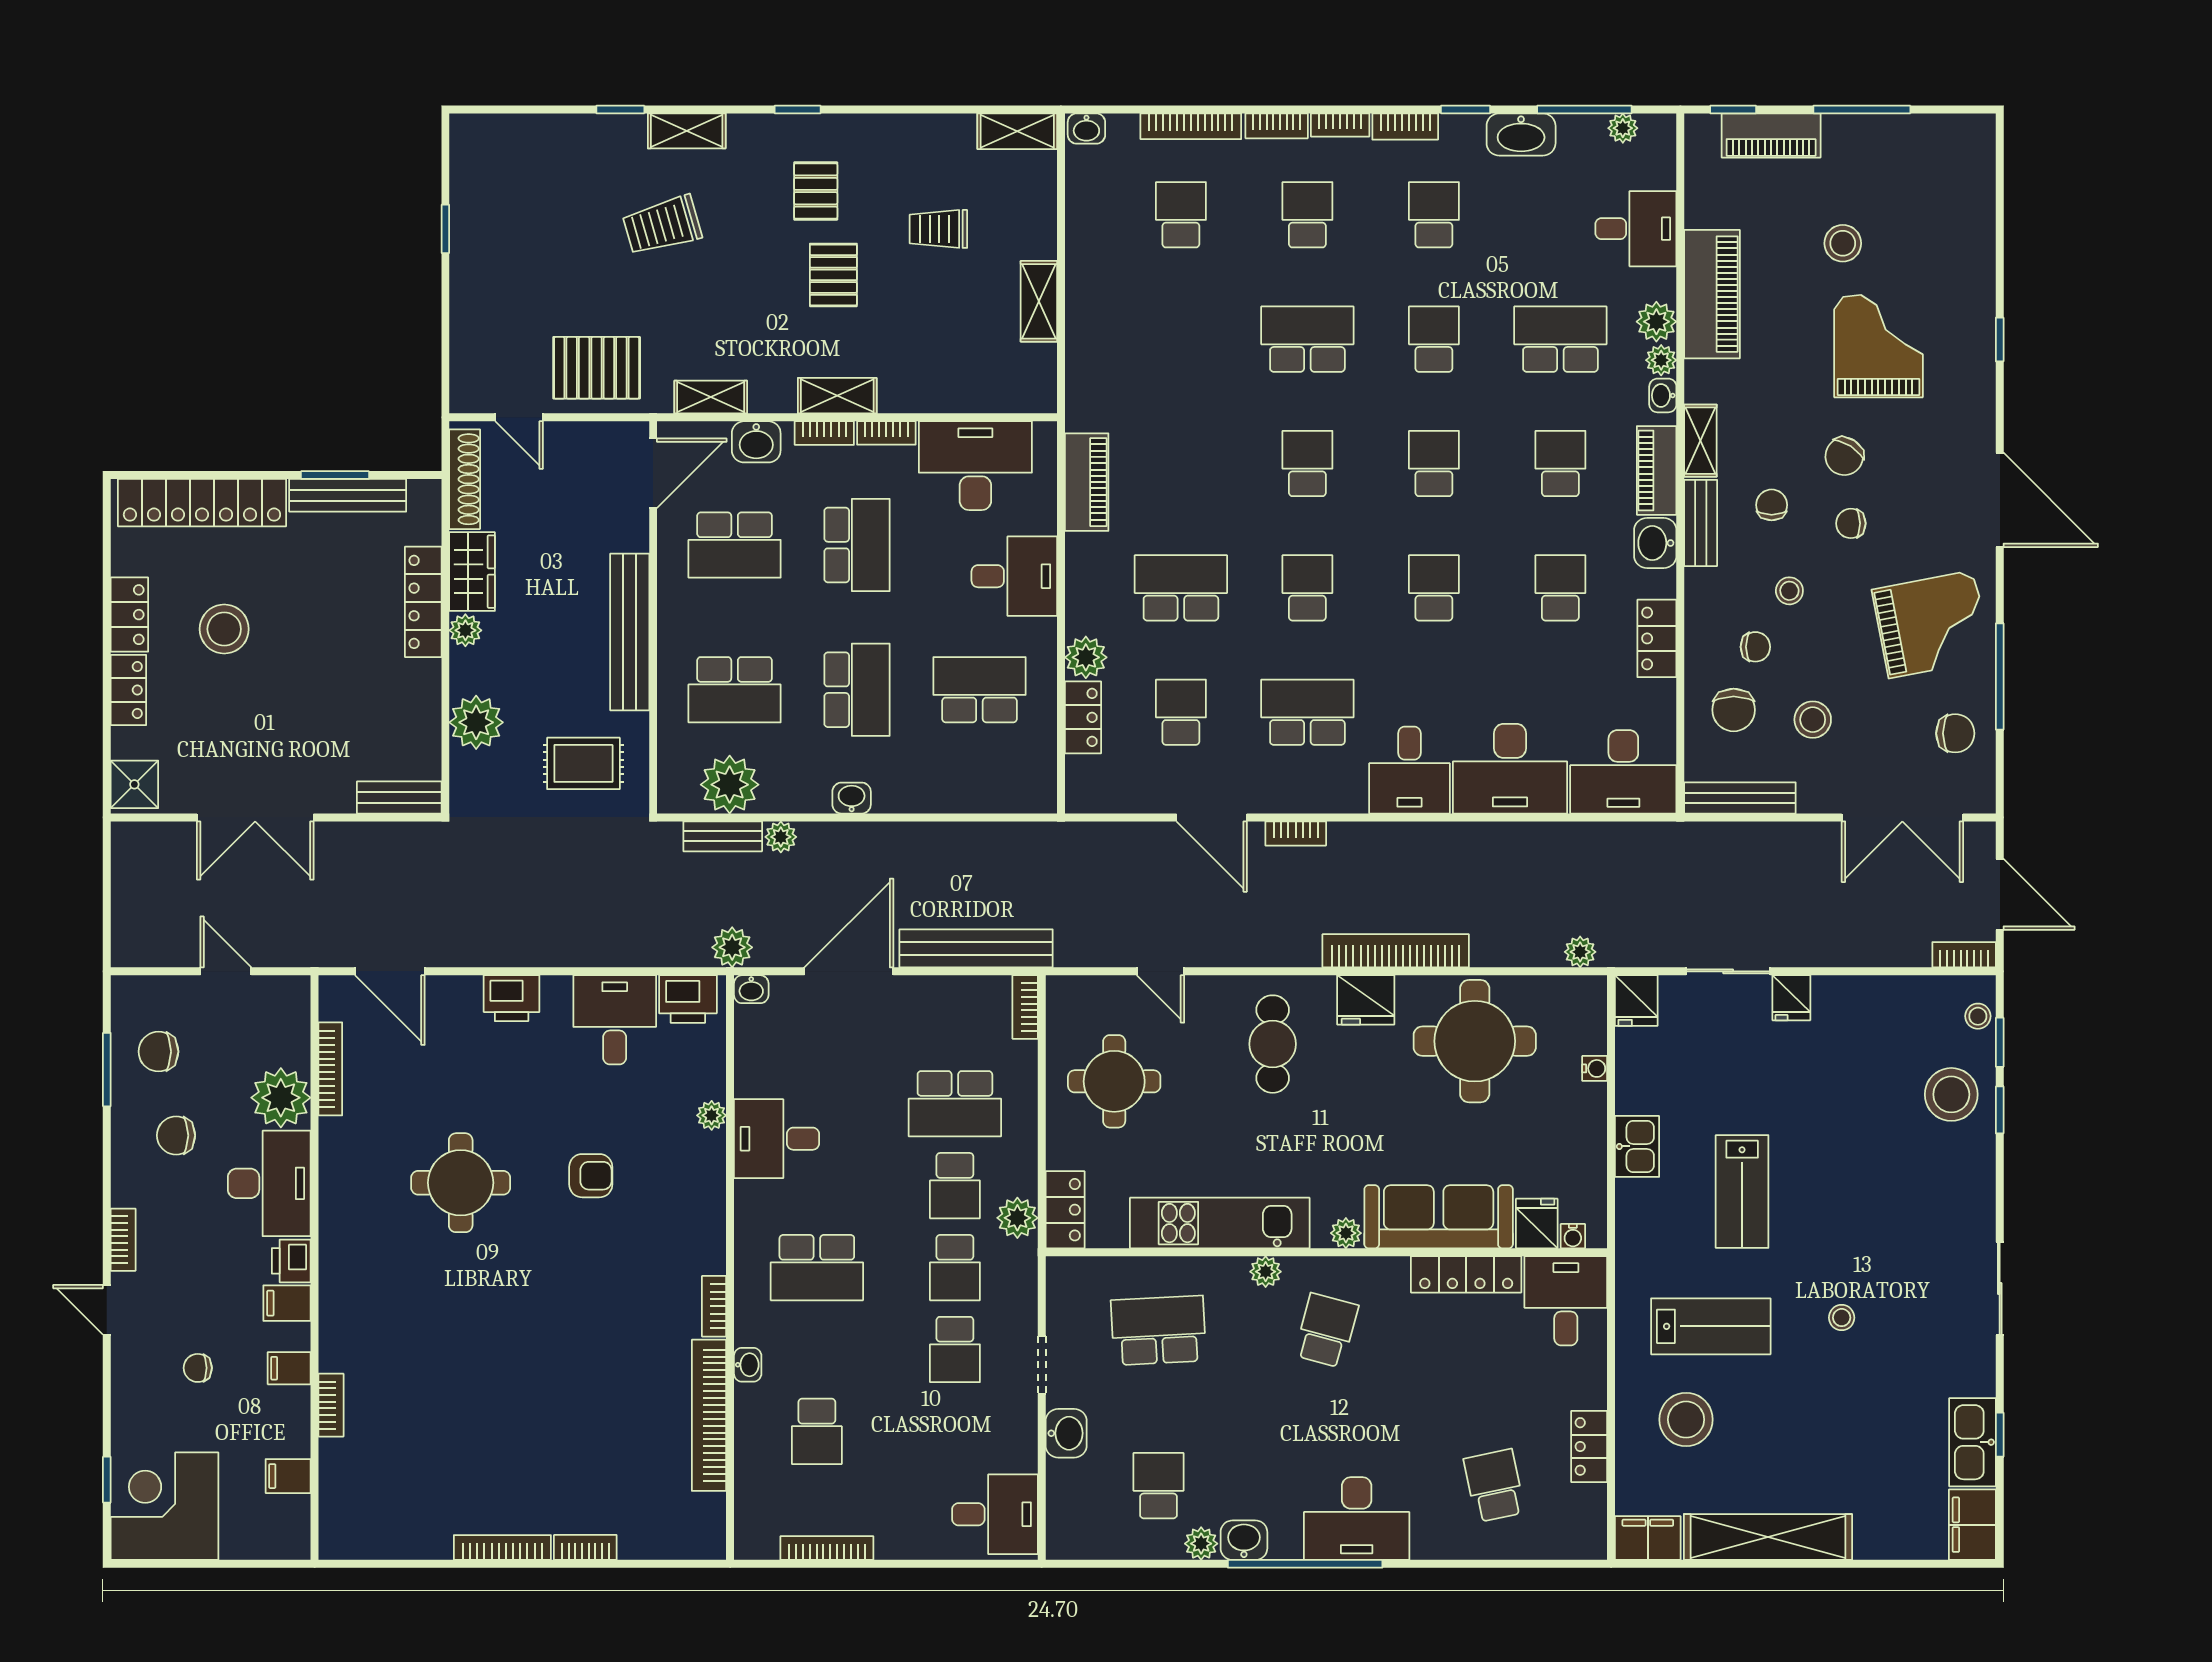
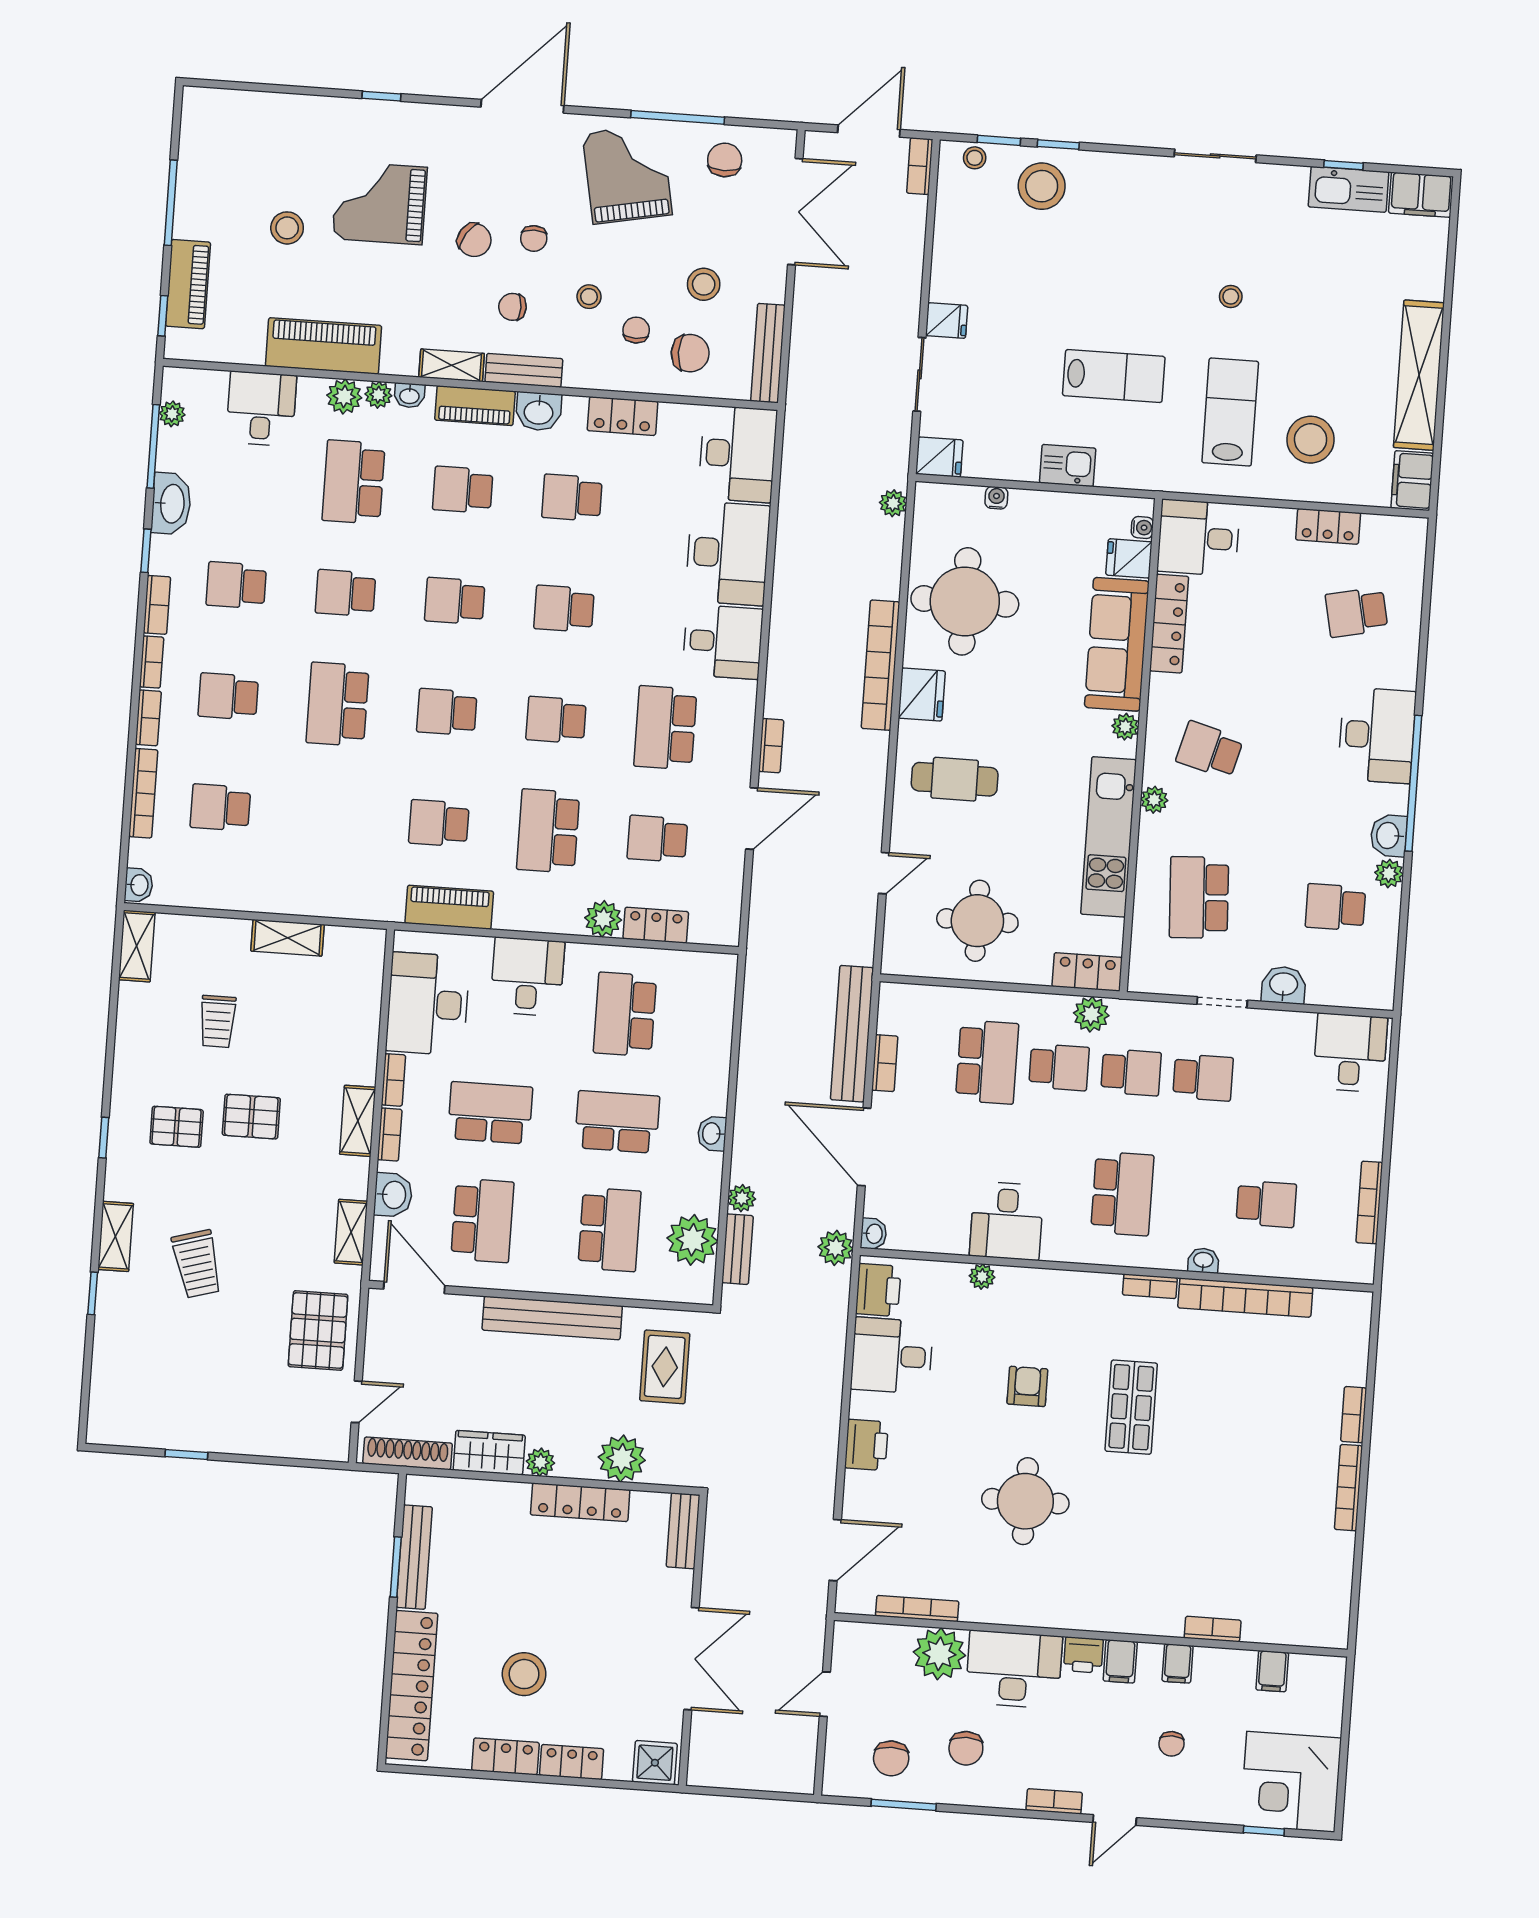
school desk: (1181, 463) -> (439, 823), added
locker: (423, 602) -> (580, 1502), moved
bookcase: (1025, 1007) -> (885, 1063), moved, turned -90
shop shelf: (576, 1295) -> (1131, 1407), added

